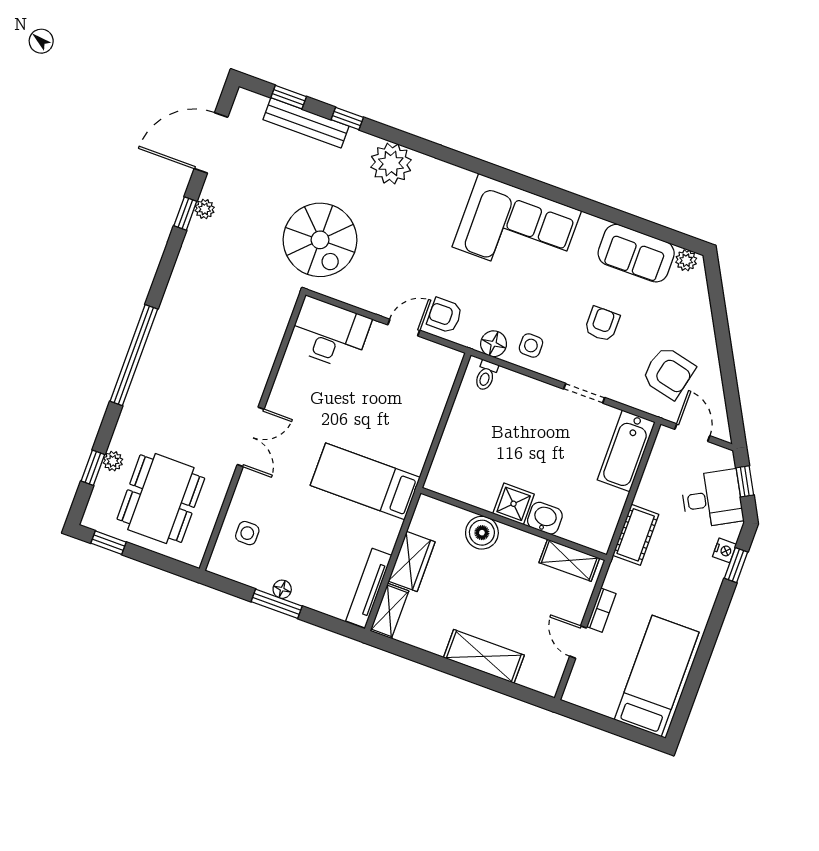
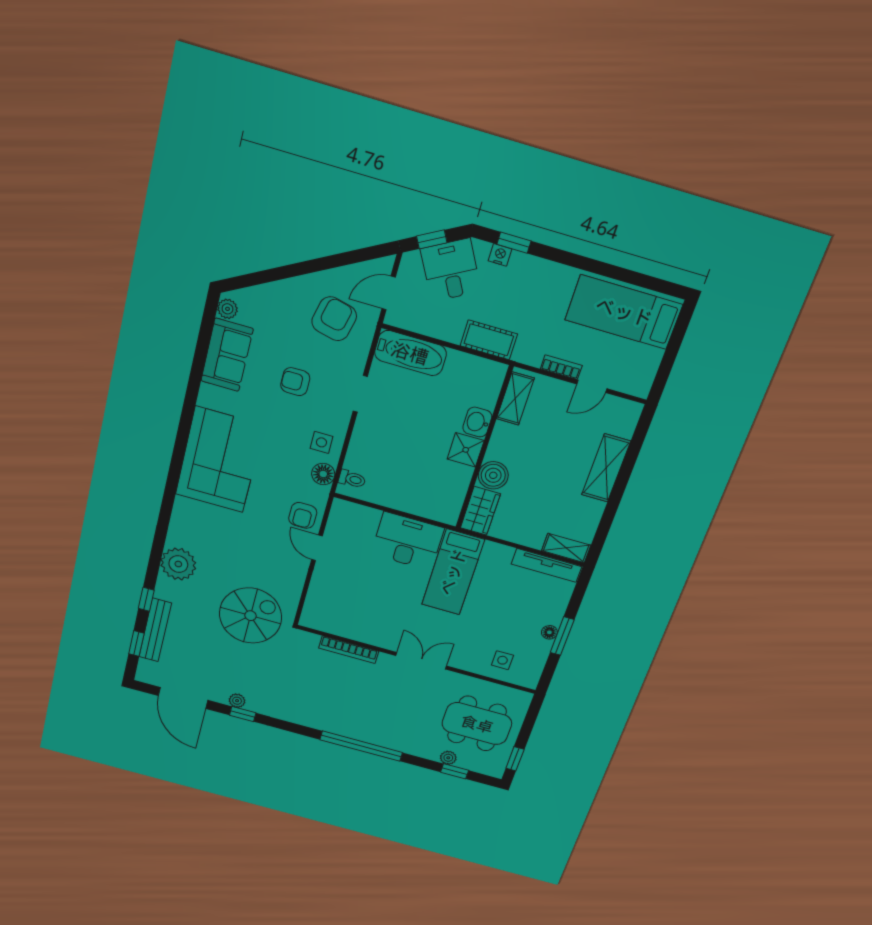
desk: (329, 333) -> (407, 541), moved, turned 90
bookcase: (269, 352) -> (349, 650), added
wardrobe: (412, 561) -> (480, 511), moved, turned 90

